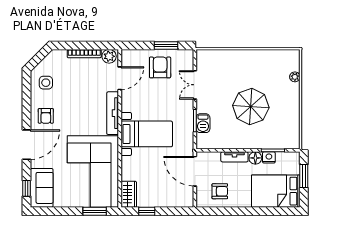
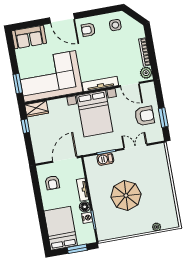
bed with nightstands: (147, 134) -> (95, 114), width x1.36
window: (26, 188) -> (26, 25), removed

